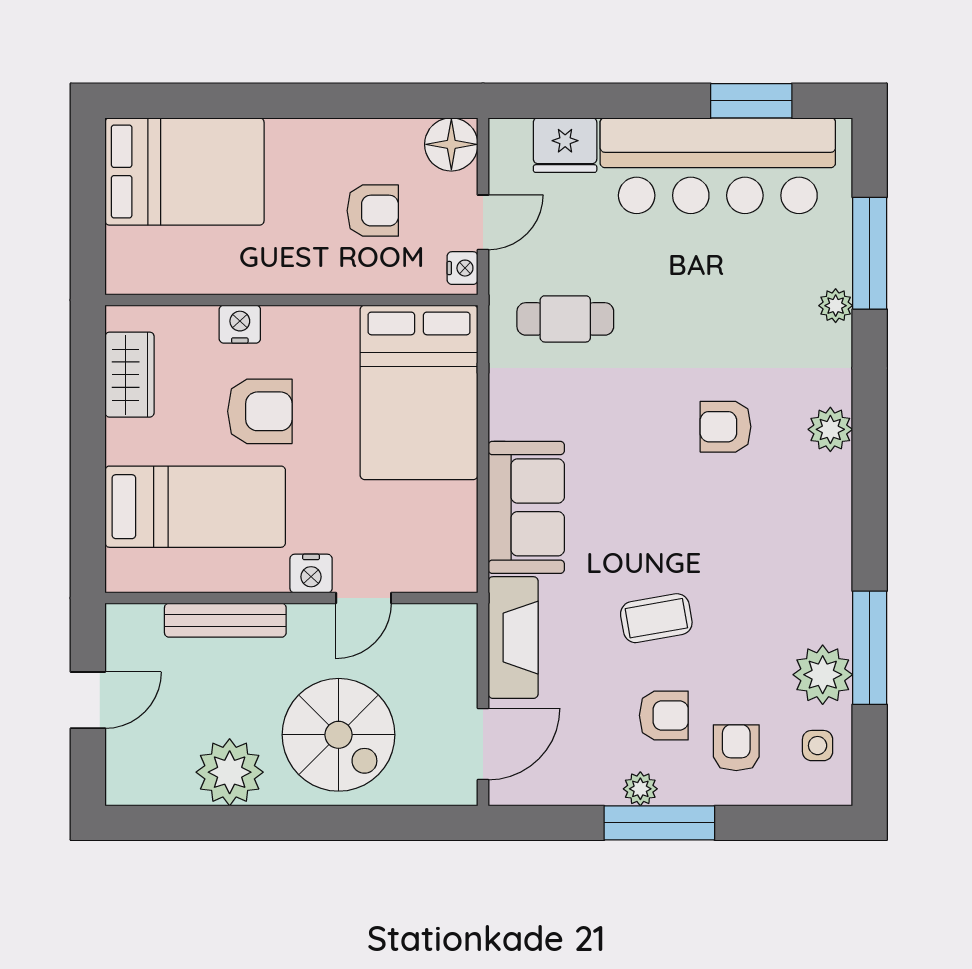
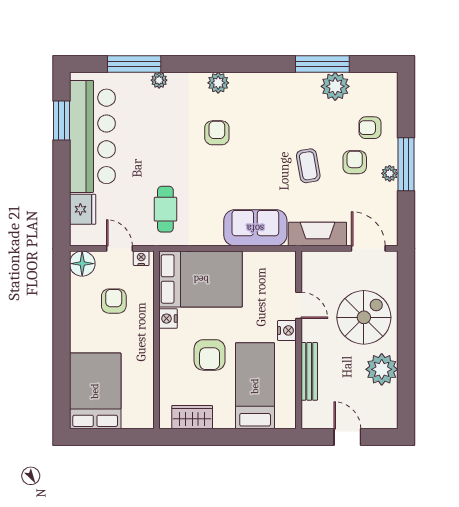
nightstand: (240, 324) -> (168, 319), moved
armchair: (260, 411) -> (210, 355), turned 180
armchair: (725, 427) -> (217, 133), turned 180
side table: (818, 746) -> (369, 89), removed

